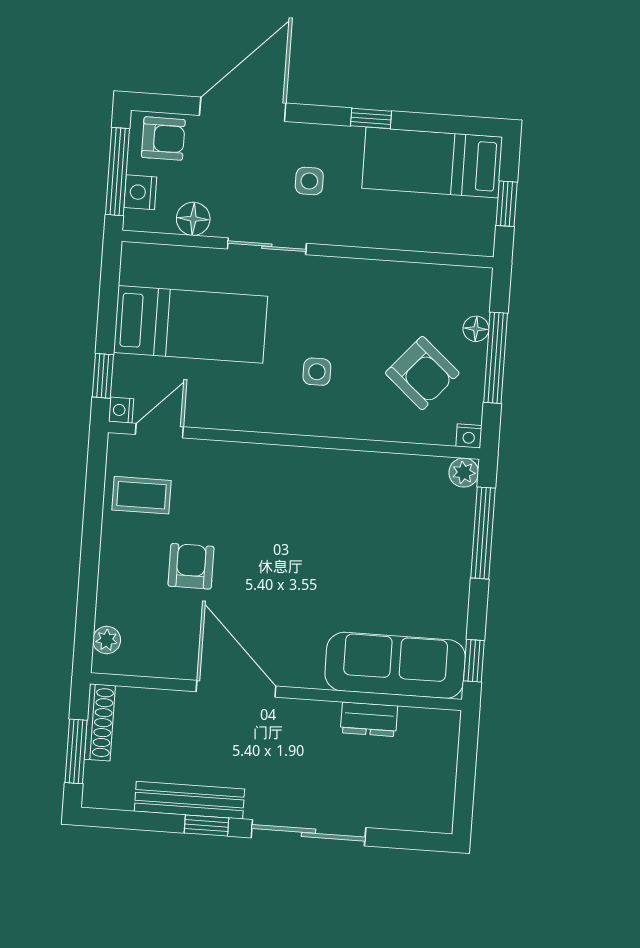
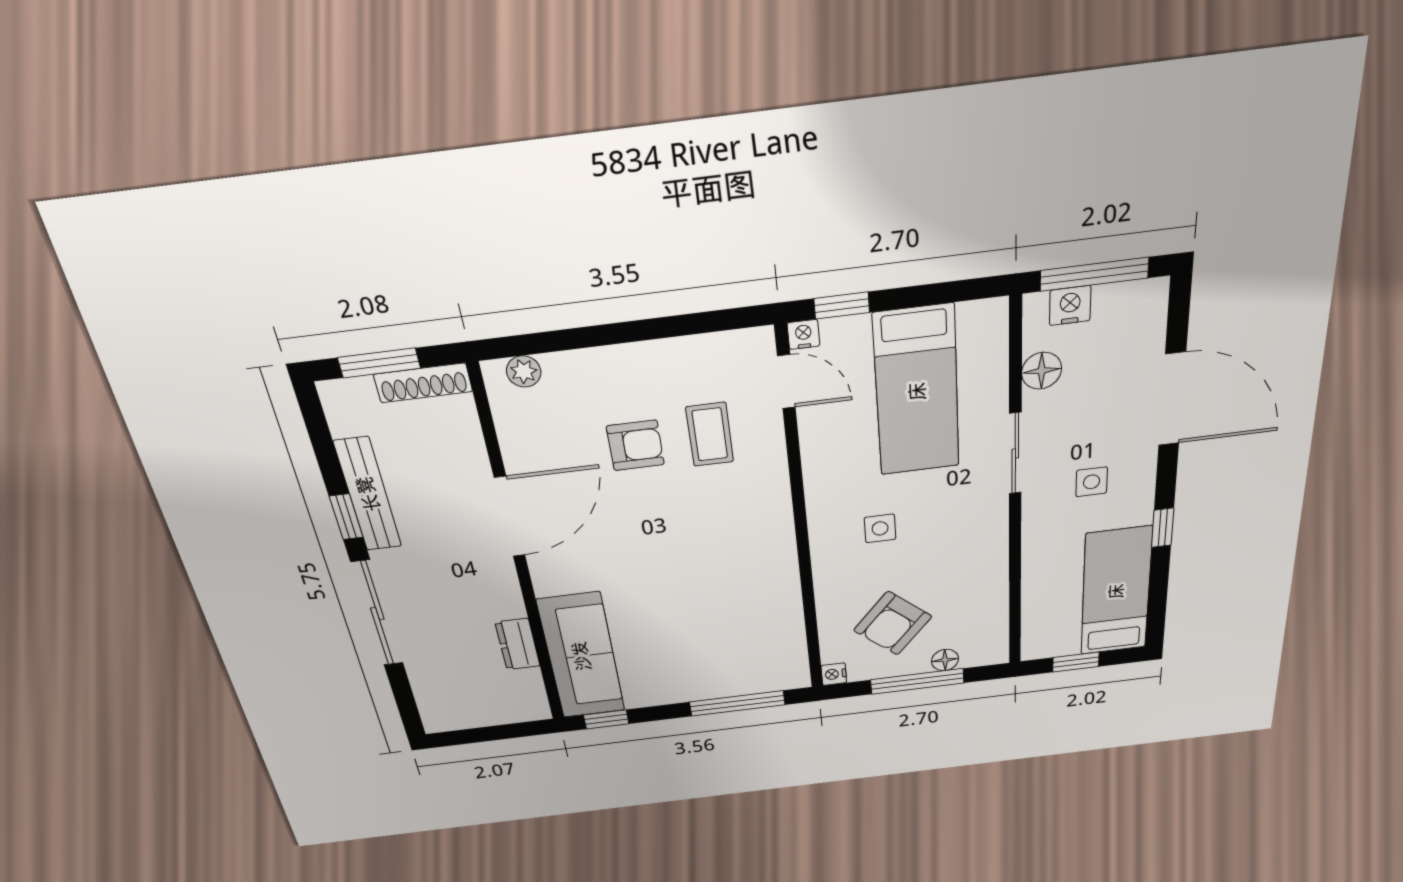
armchair: (163, 138) -> (1136, 319), removed
plant: (464, 473) -> (795, 677), removed
coffee table: (142, 495) -> (710, 434), moved

